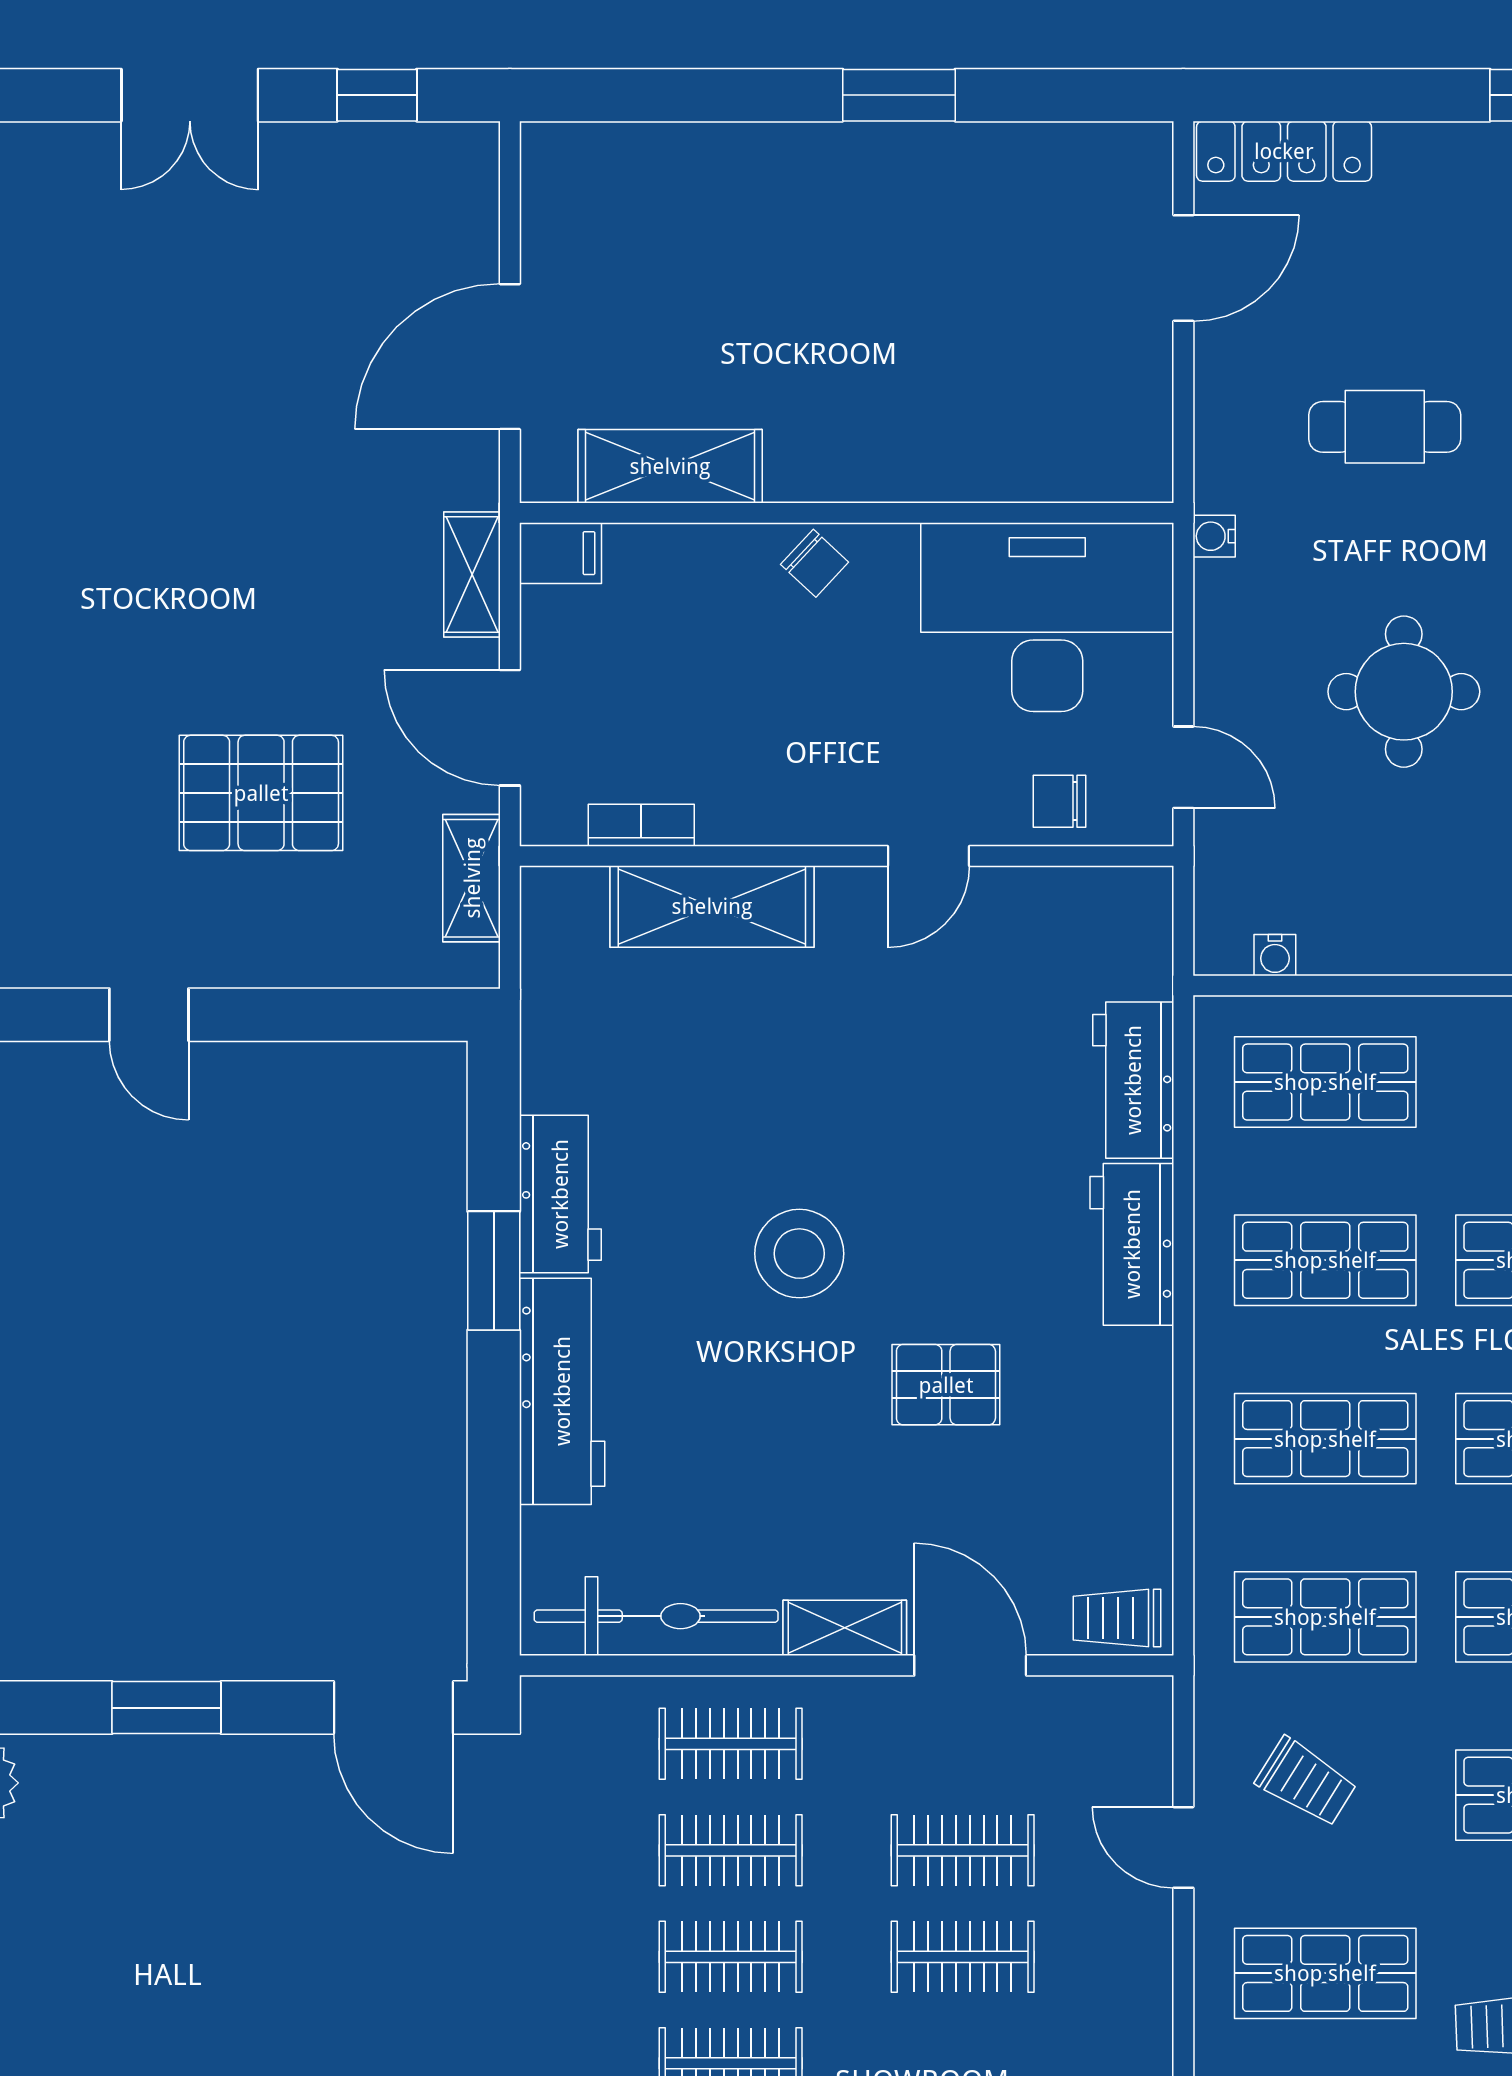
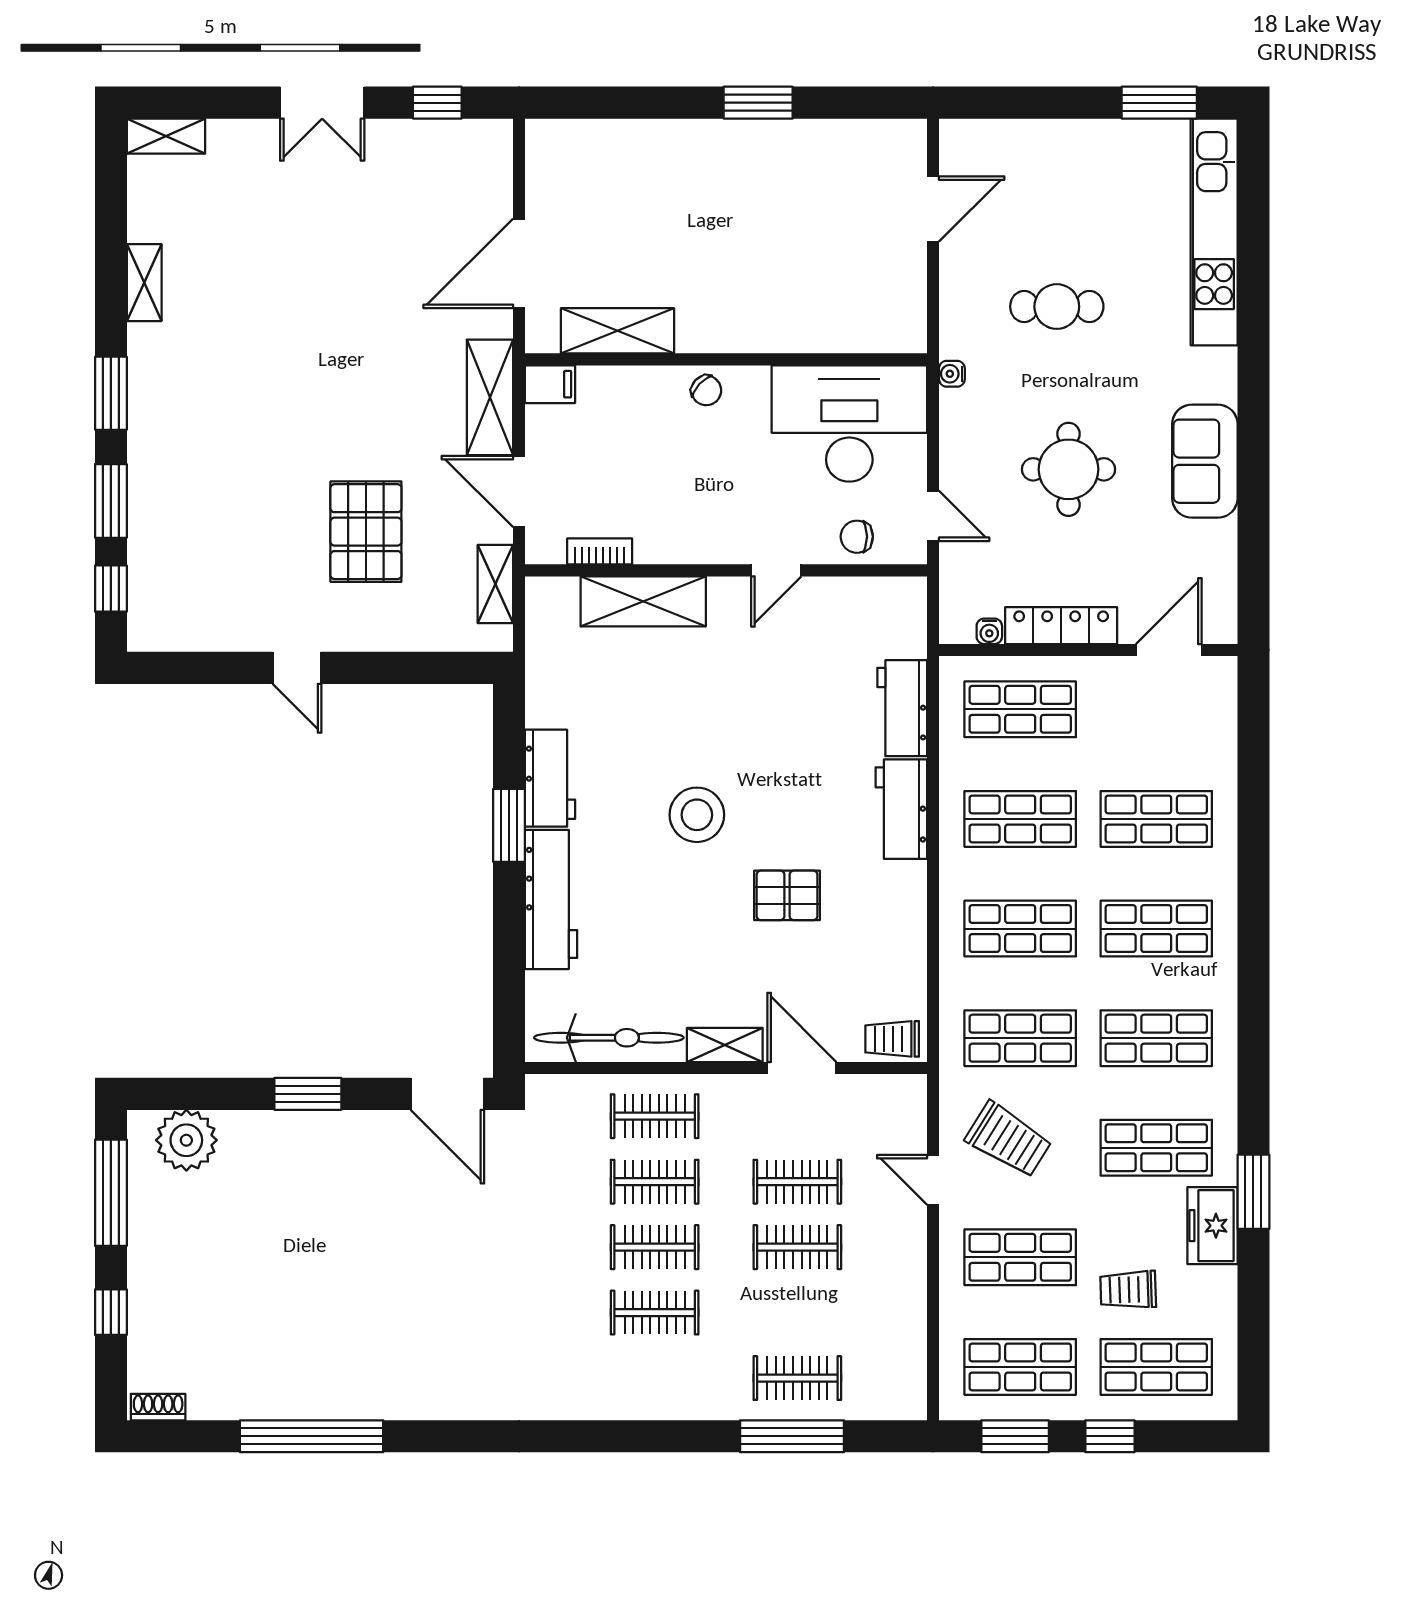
locker: (1284, 151) -> (1061, 626), moved, turned 180
shelving: (472, 574) -> (490, 397), width x1.50, depth x1.33
pallet: (261, 793) -> (366, 532), turned 90
trolley: (1306, 1782) -> (1009, 1140), width x1.36, depth x1.39

